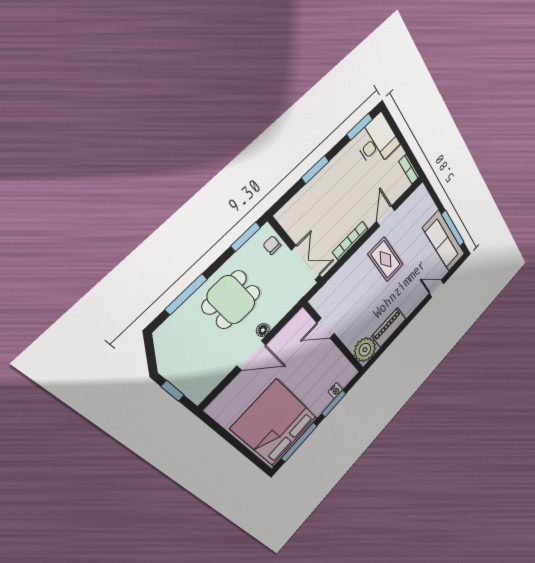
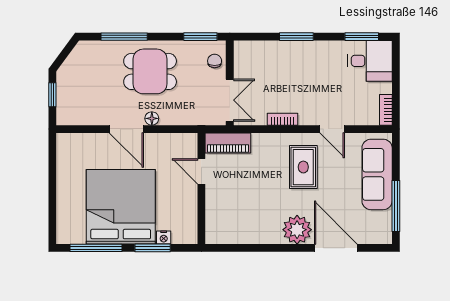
door: (386, 216) -> (332, 129), swing flipped
bookcase: (350, 241) -> (282, 119), width x0.64
sofa: (444, 241) -> (377, 174), moved
door: (437, 288) -> (336, 248), width x1.87
piano: (389, 328) -> (228, 143), moved, turned 180
plant: (365, 350) -> (297, 230), moved
bed: (275, 423) -> (121, 207), moved

